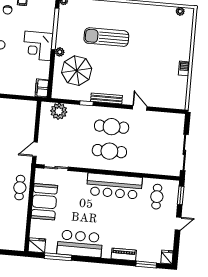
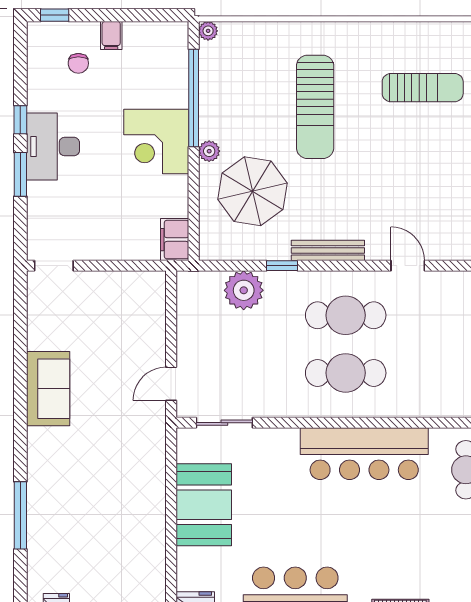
sun lounger: (153, 33) -> (423, 88), added
sun lounger: (106, 37) -> (315, 107), turned -90
plant: (59, 111) -> (244, 290), moved
cafe table: (20, 188) -> (144, 477), removed

